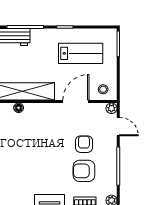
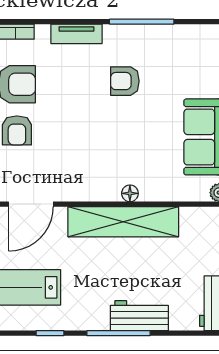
armchair: (22, 173) -> (125, 81), added

